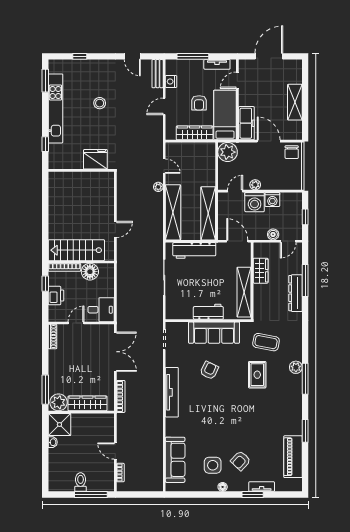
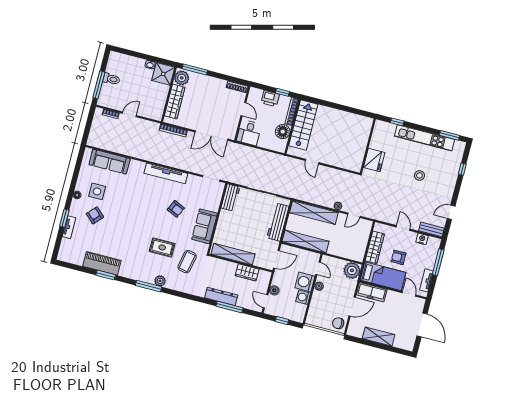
workbench: (208, 312) -> (230, 197), moved
sofa: (214, 333) -> (205, 226), width x0.73
piano: (293, 457) -> (102, 263), moved

